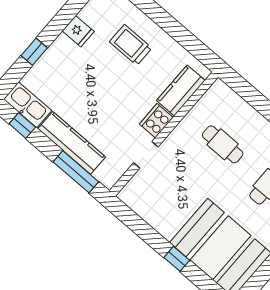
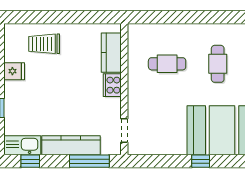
trolley: (131, 45) -> (44, 44), moved
doorway: (146, 155) -> (124, 130), moved

